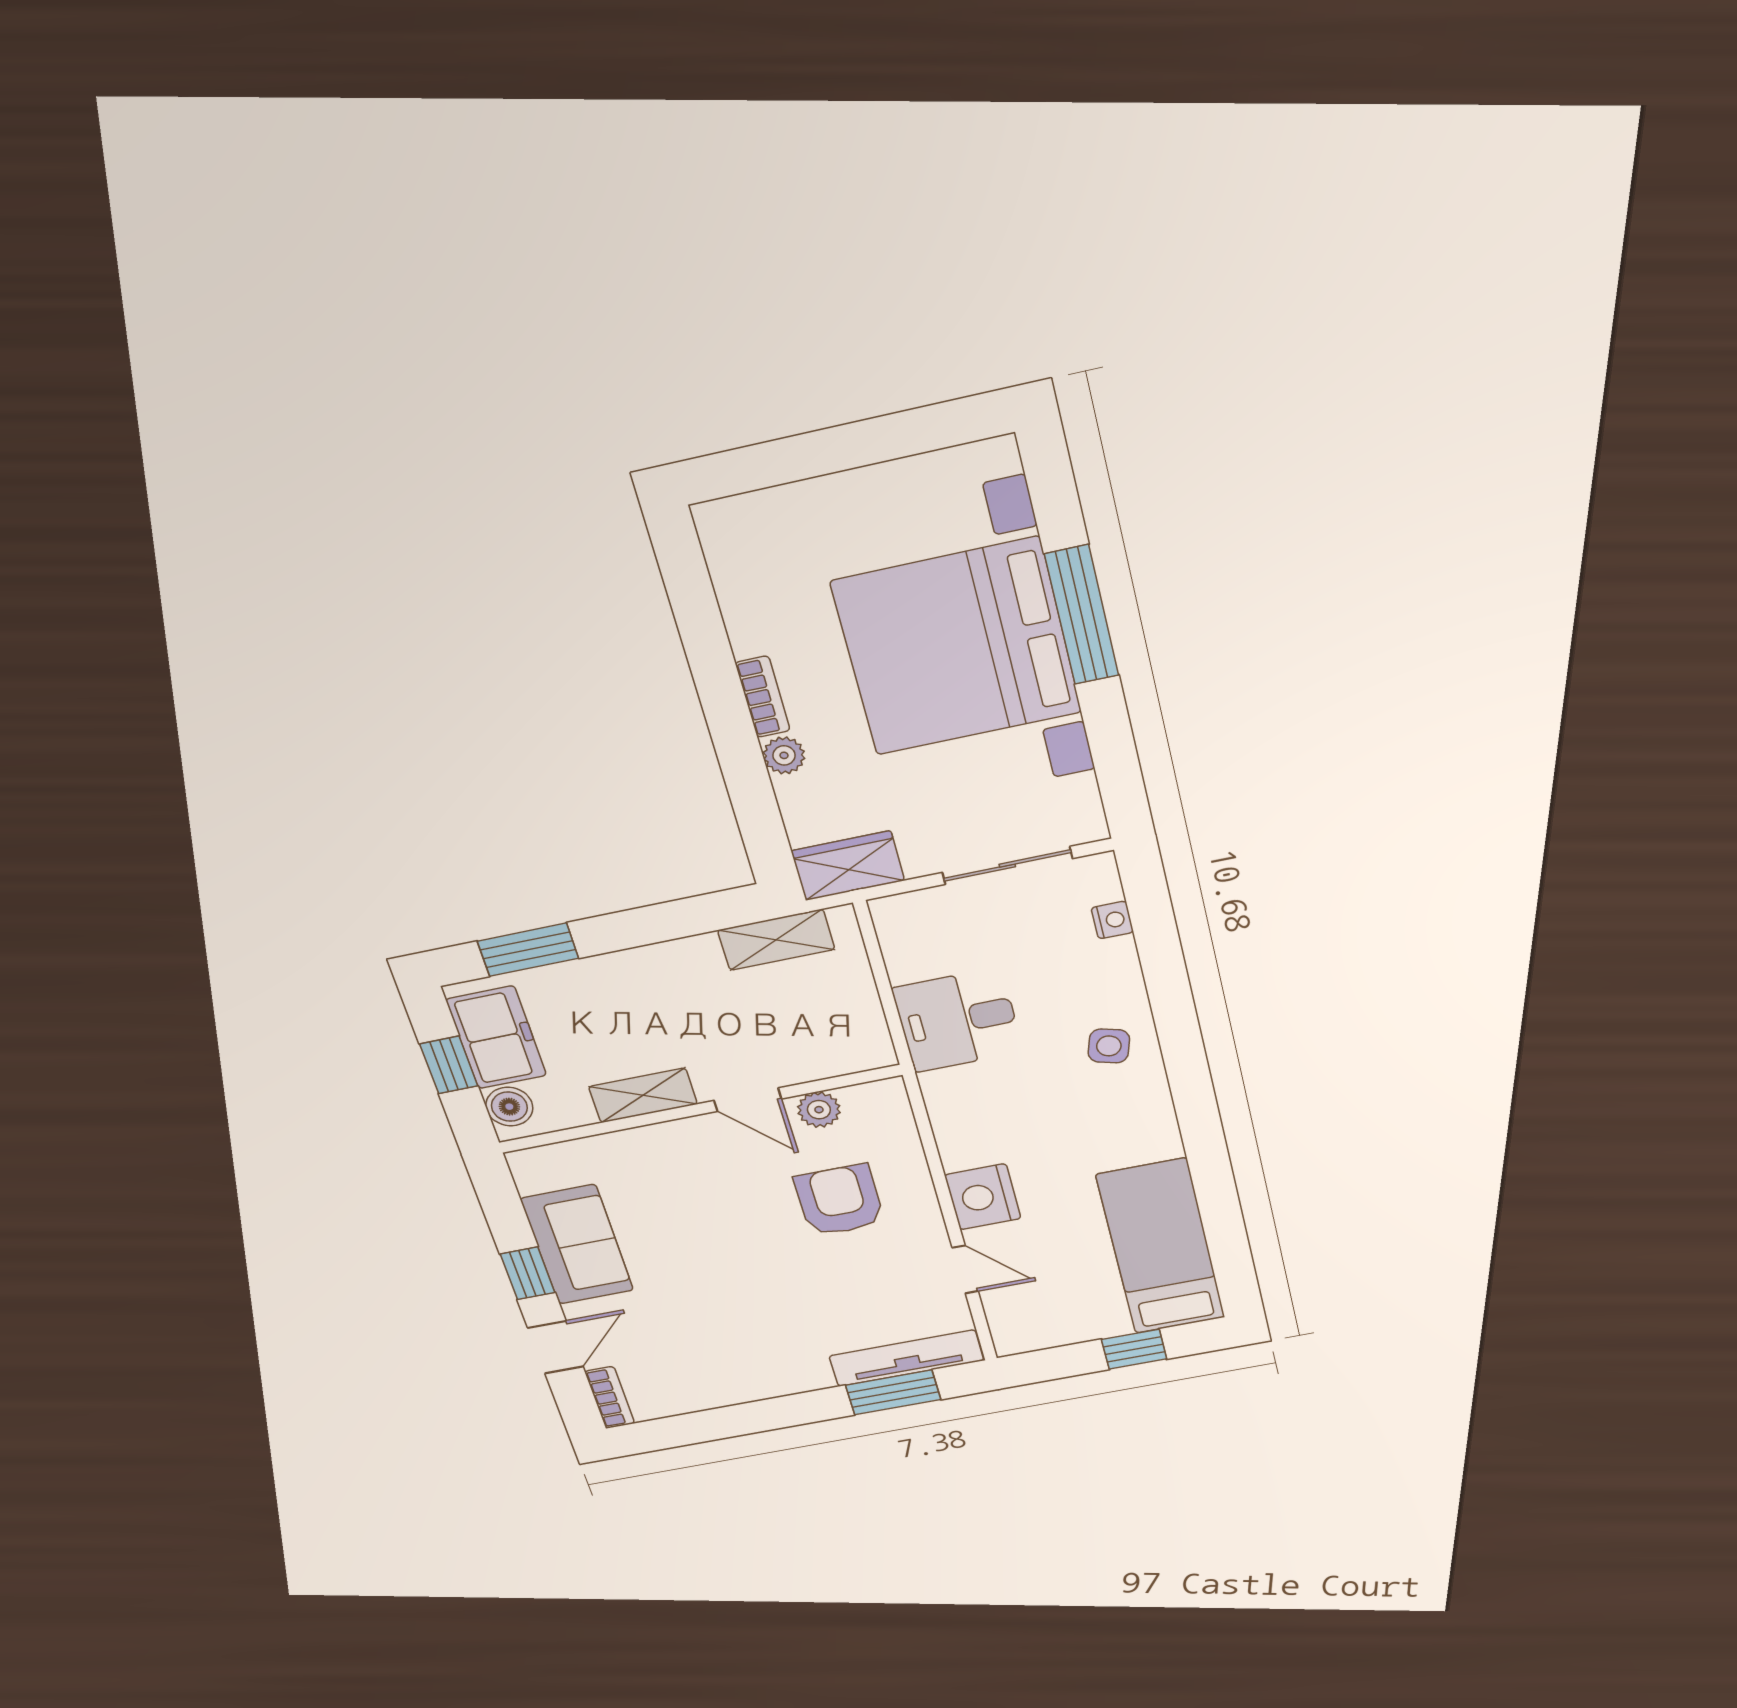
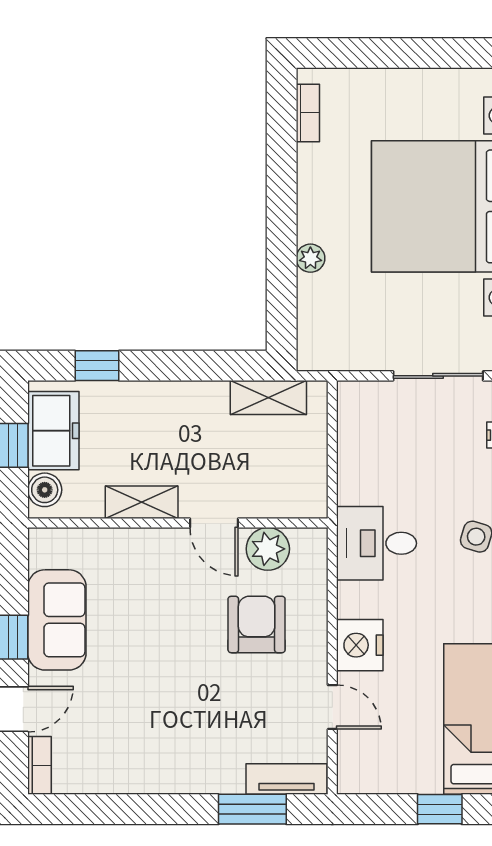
bookcase: (763, 697) -> (308, 113), moved
wardrobe: (848, 866) -> (331, 351), removed
window: (528, 950) -> (97, 366), width x0.67
desk: (958, 1020) -> (377, 543), moved
plant: (819, 1110) -> (268, 549), width x1.38, depth x1.38
tv unit: (906, 1358) -> (287, 779), width x0.71

